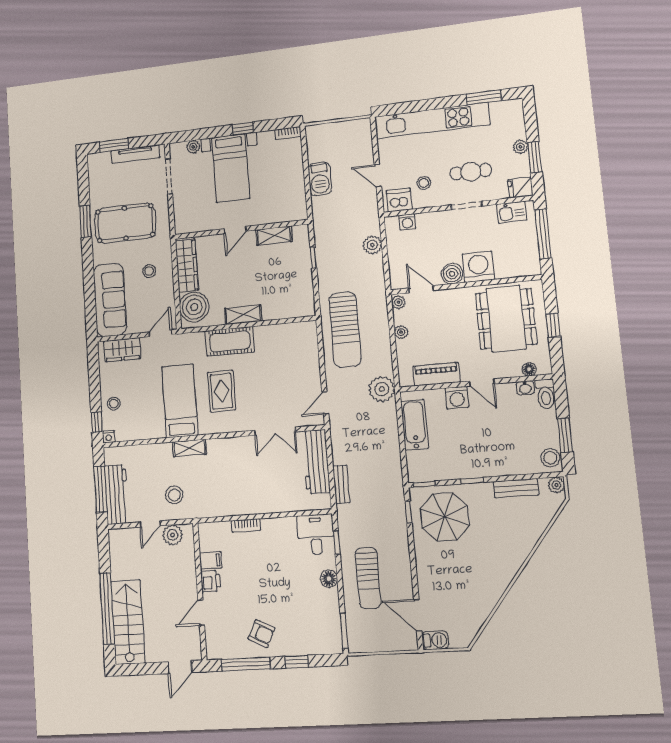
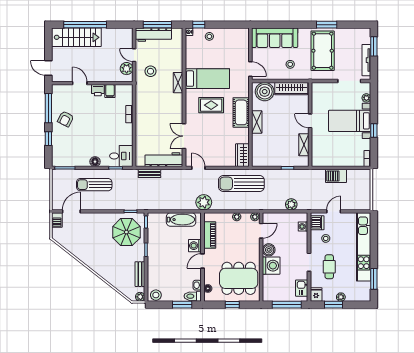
wardrobe: (122, 350) -> (242, 155), moved
window: (565, 435) -> (182, 305), moved

